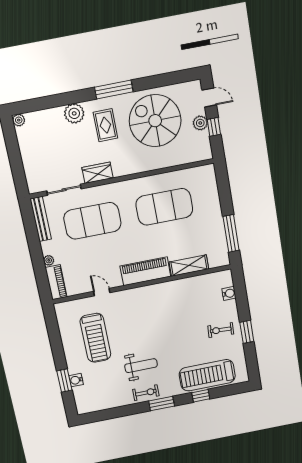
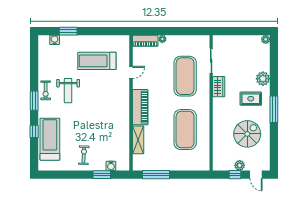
door: (209, 97) -> (256, 175), hinge flipped
spiral stairs: (155, 121) -> (247, 134), width x0.73, depth x0.73
bench: (41, 219) -> (194, 40), removed
window: (247, 332) -> (102, 175), moved
water cooler: (76, 380) -> (55, 40), moved

